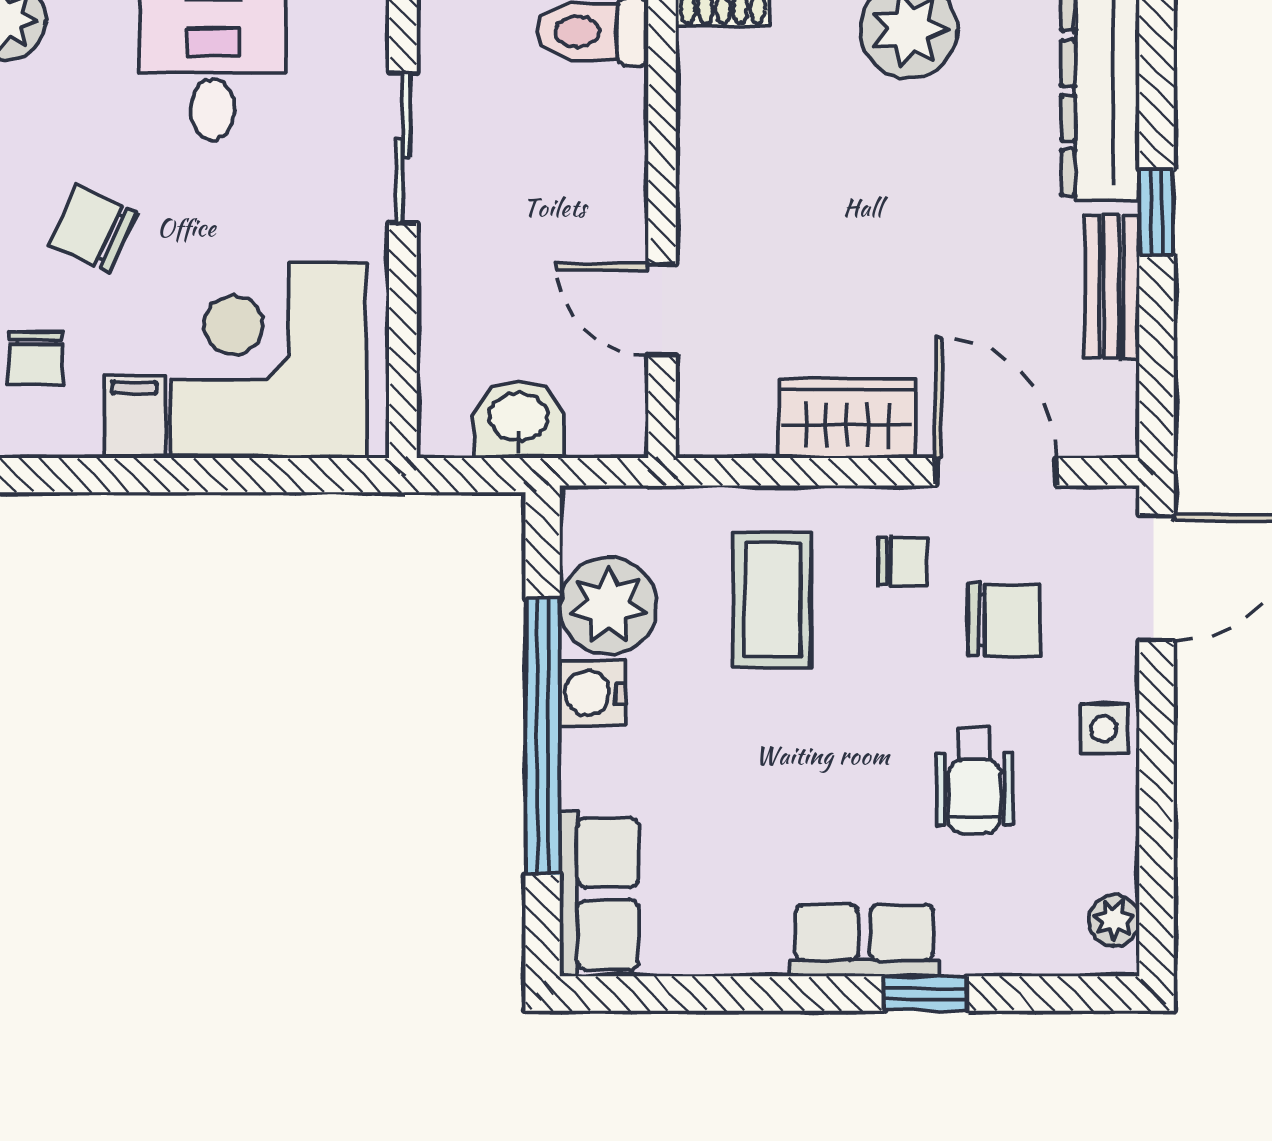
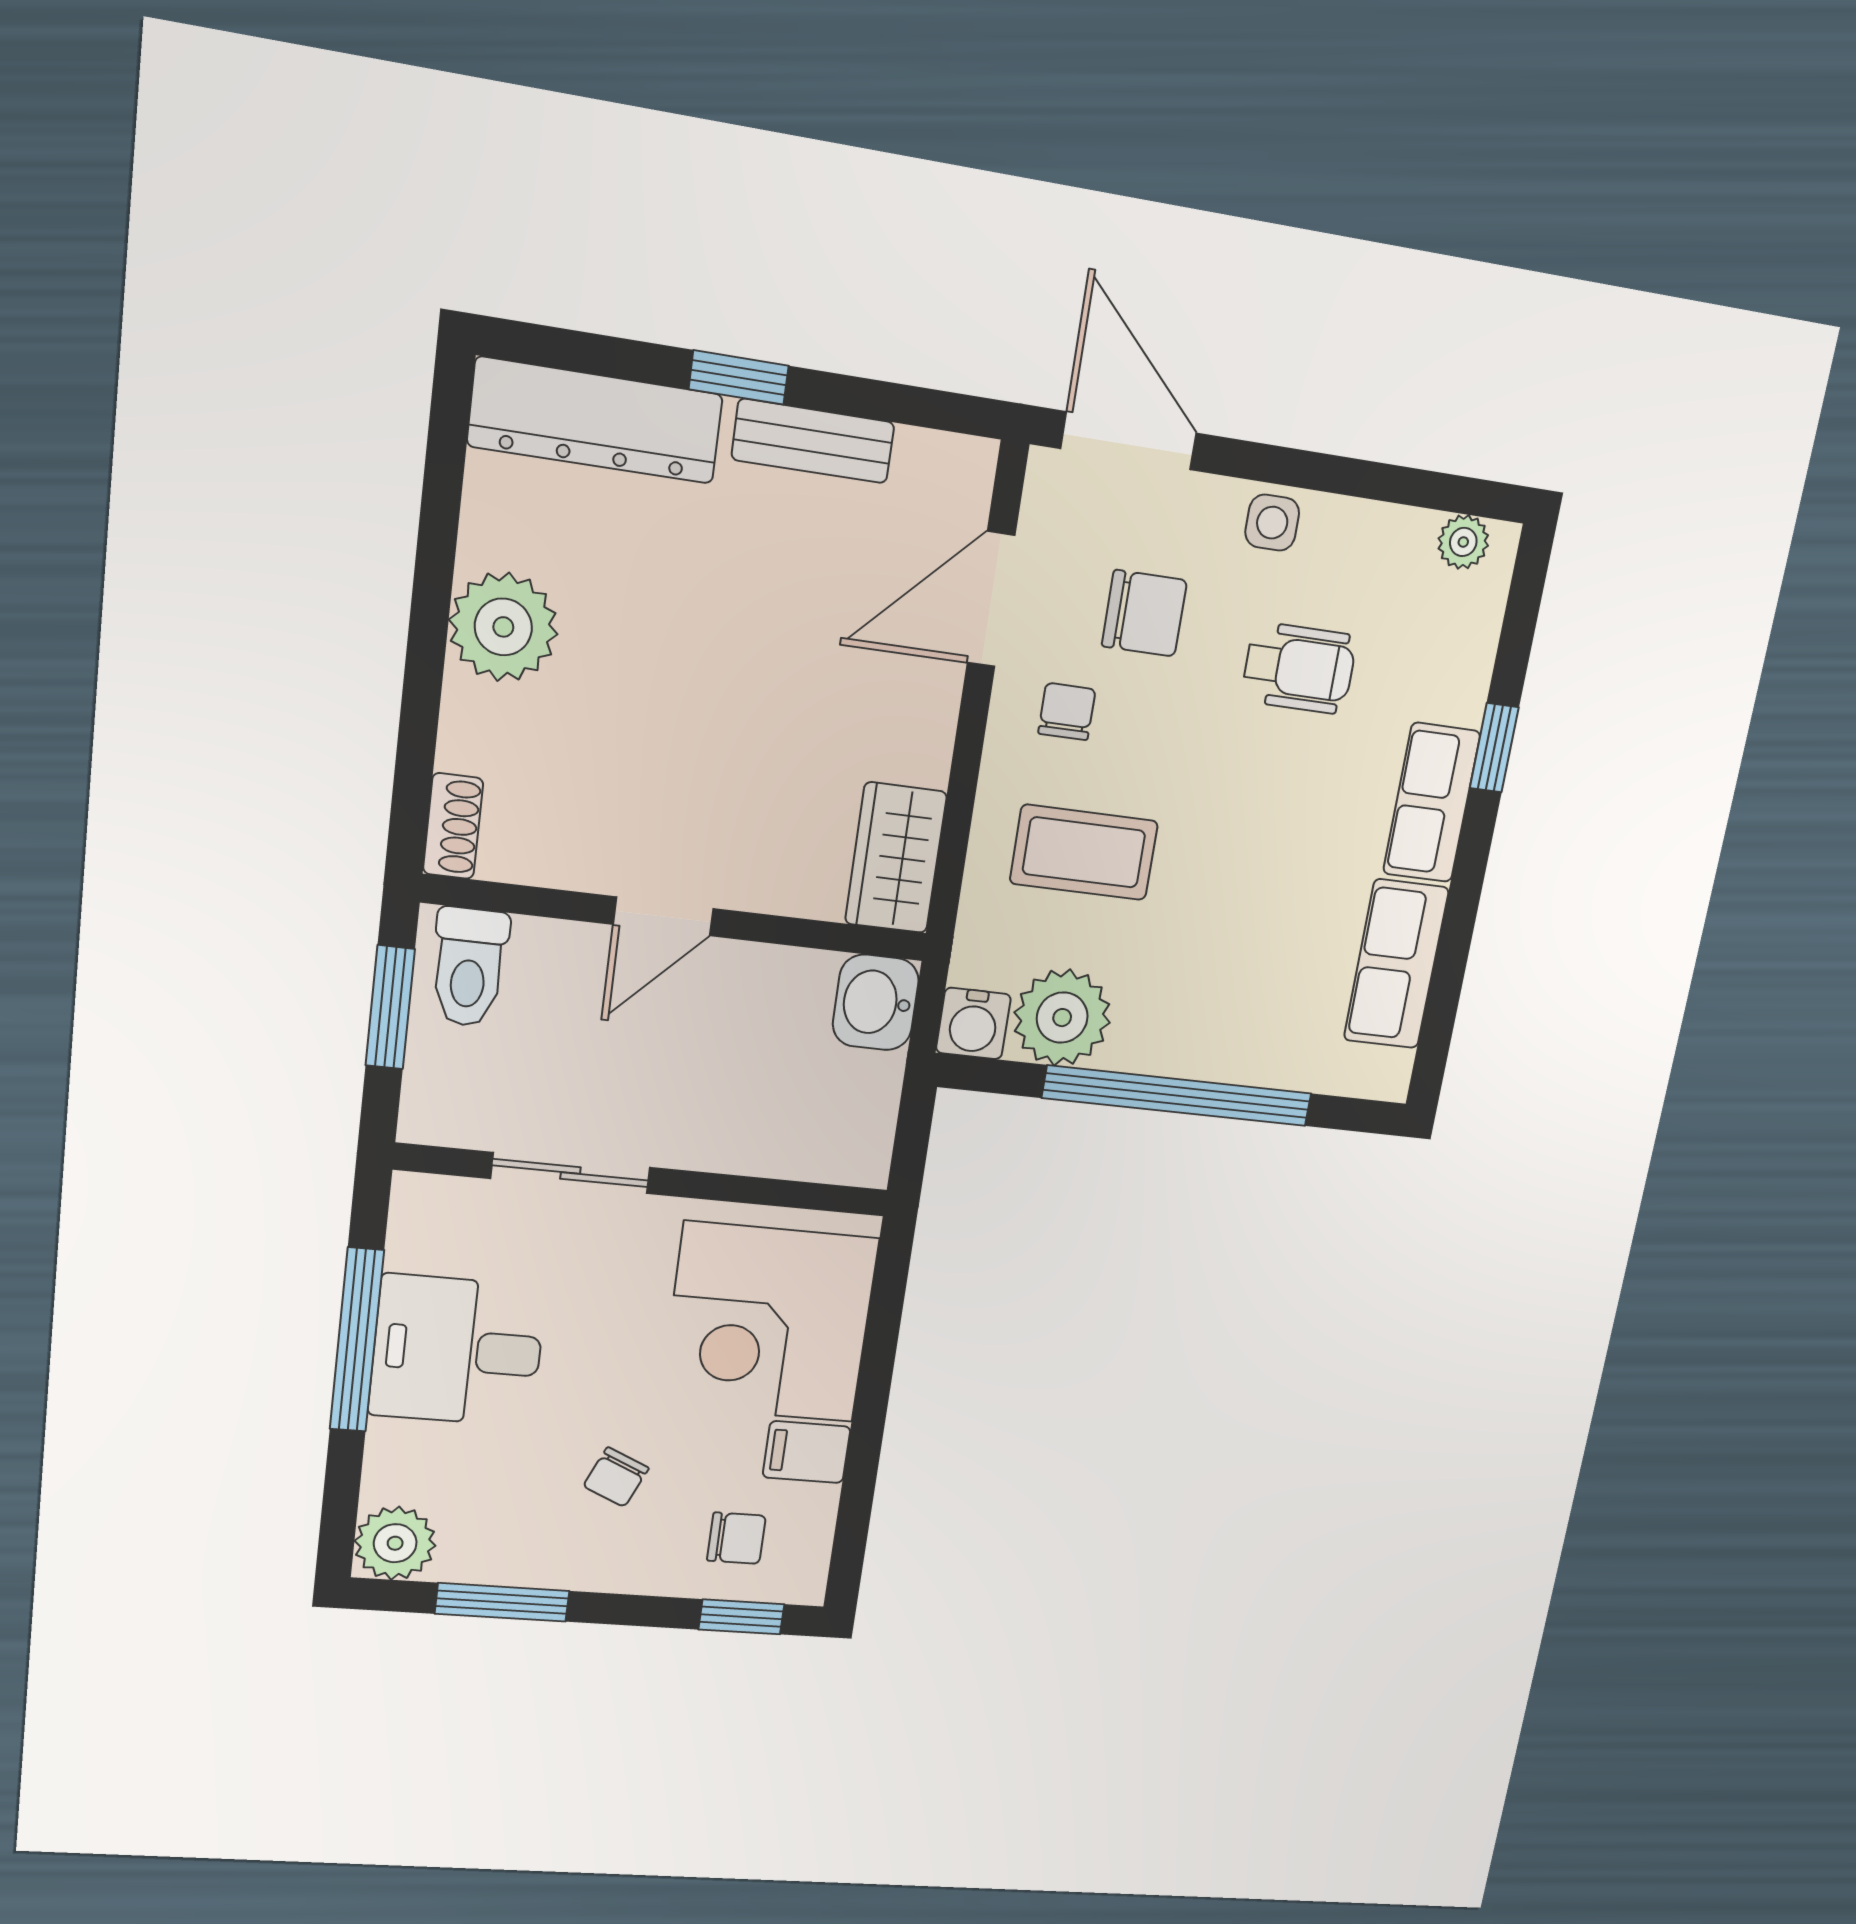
chair: (93, 229) -> (616, 1477), width x0.73, depth x0.73
door: (662, 310) -> (663, 916), moved
wardrobe: (847, 418) -> (896, 858), moved
washbasin: (519, 419) -> (876, 1002), moved
chair: (1004, 620) -> (1144, 613), turned 90
water cooler: (593, 693) -> (973, 1023), moved
row of seats: (599, 894) -> (1396, 964), moved, turned -90

